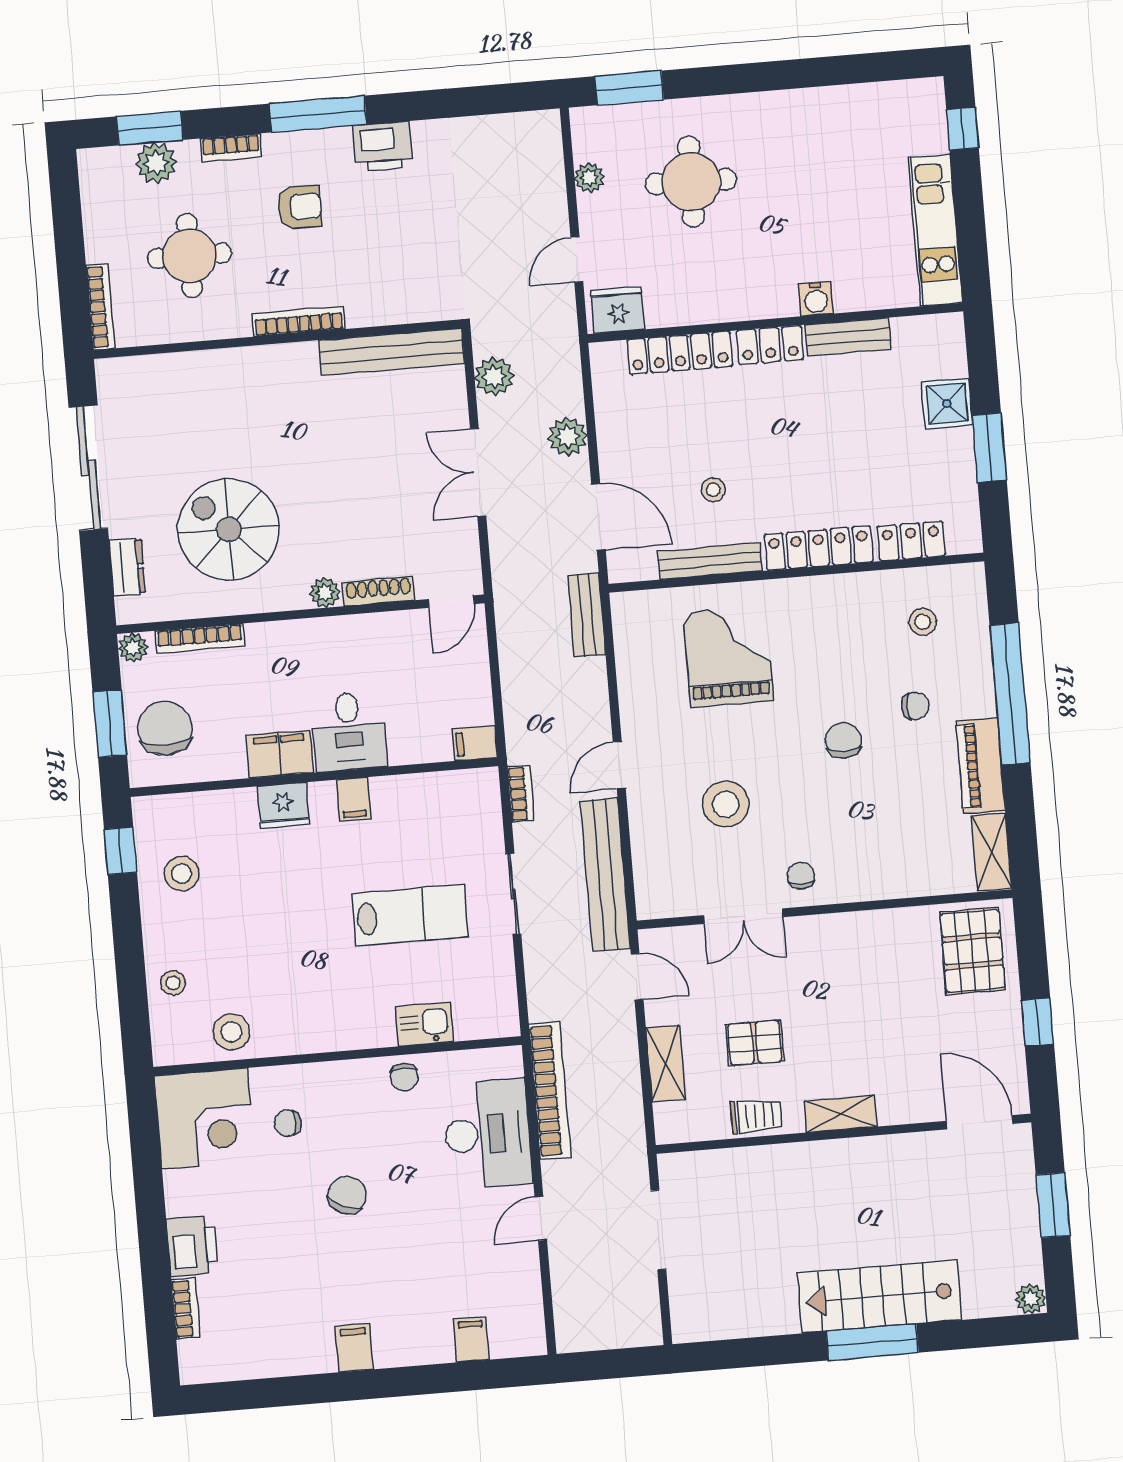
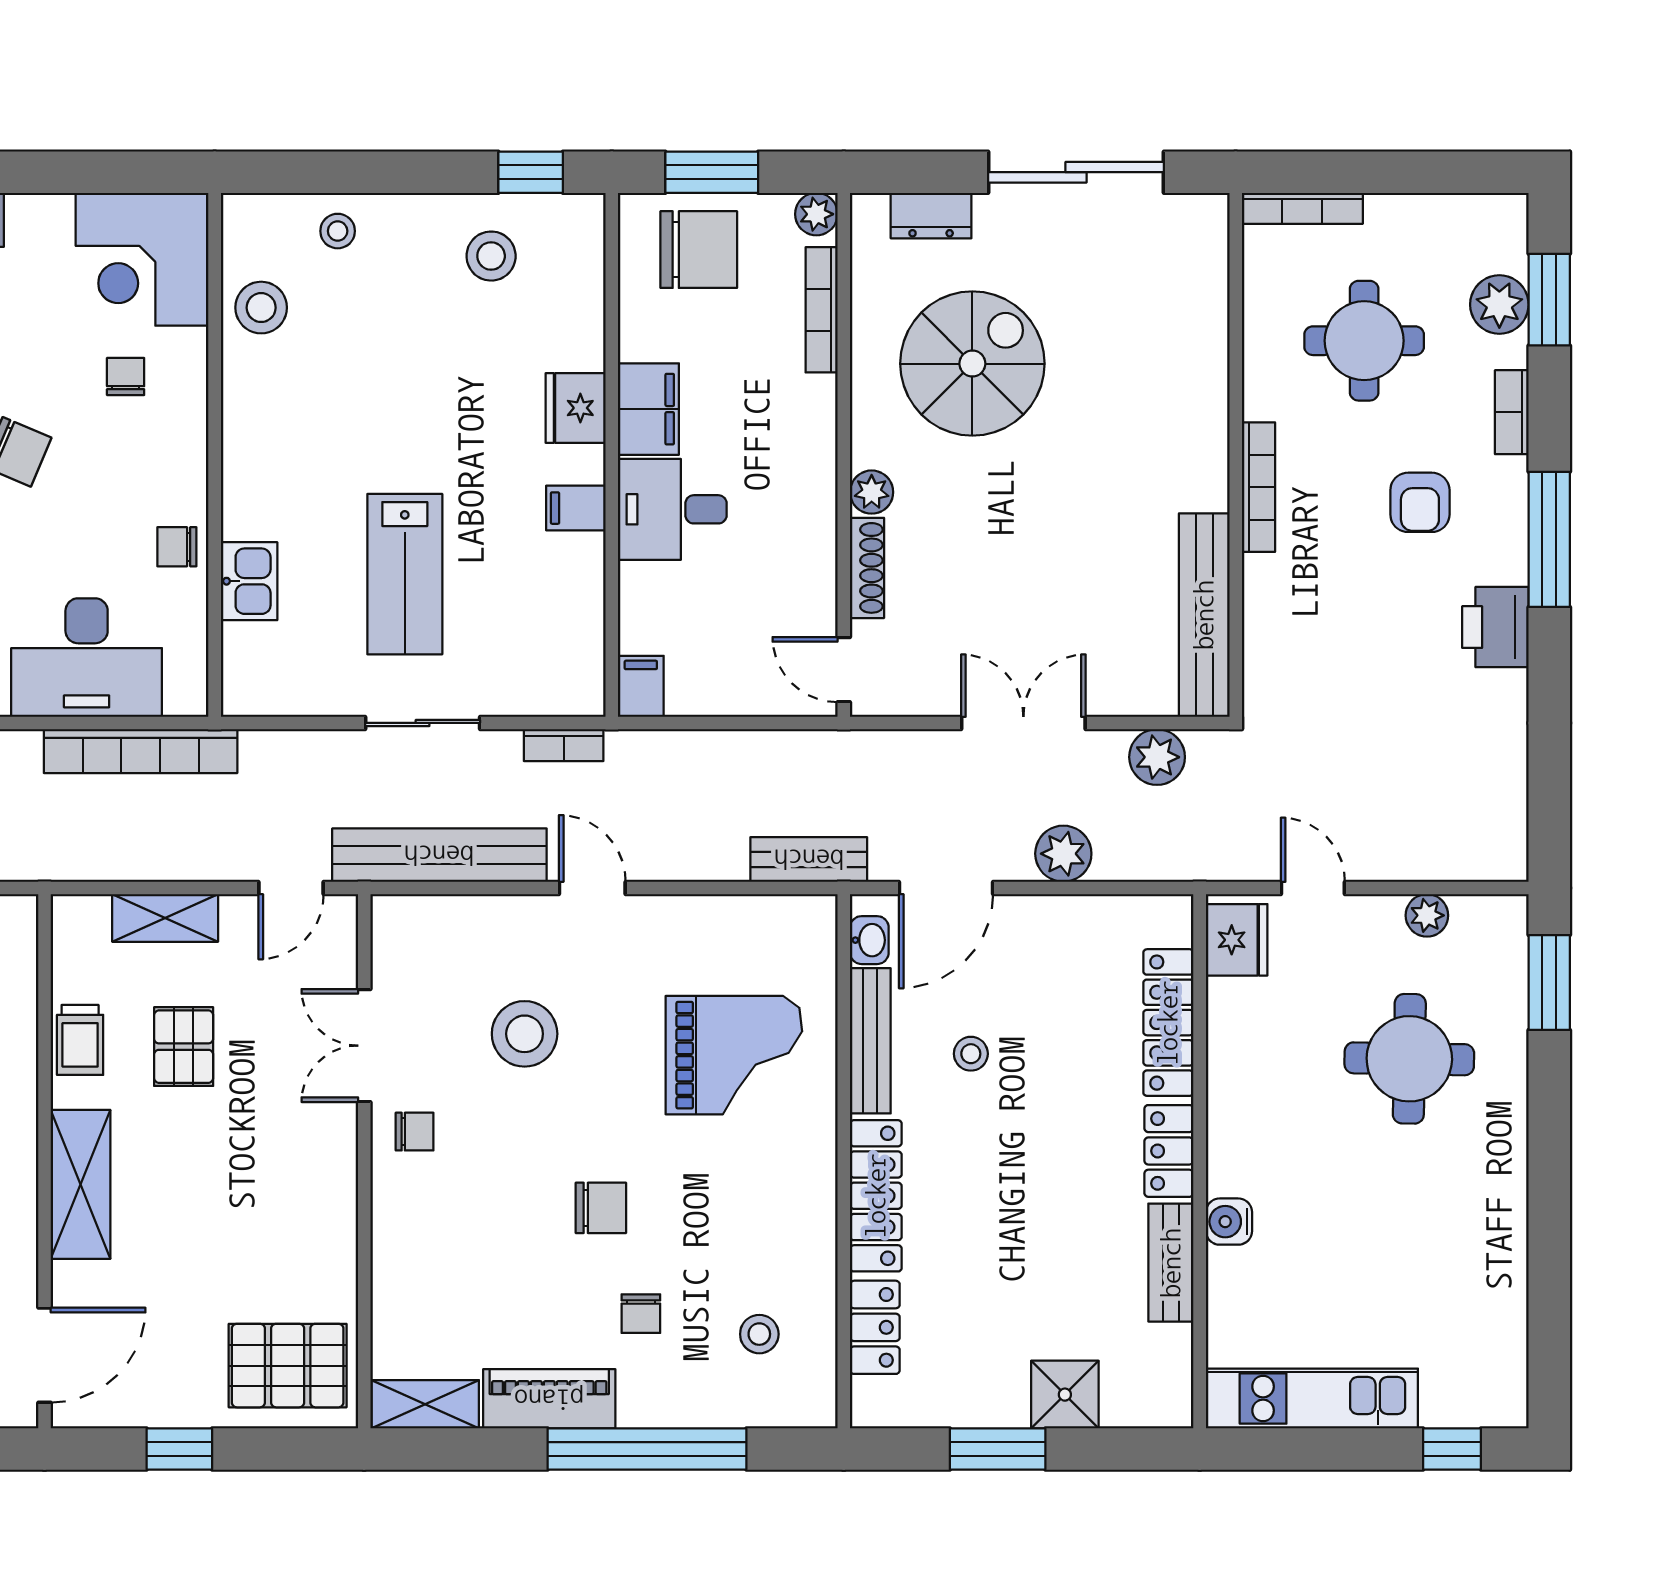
washbasin: (640, 568) -> (869, 940), added
shelving: (841, 1114) -> (81, 1184), width x1.50, depth x1.33

